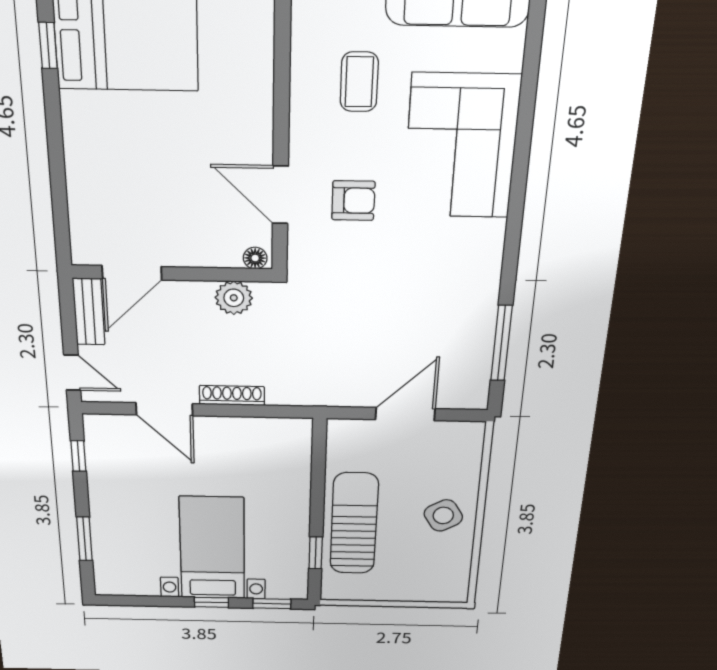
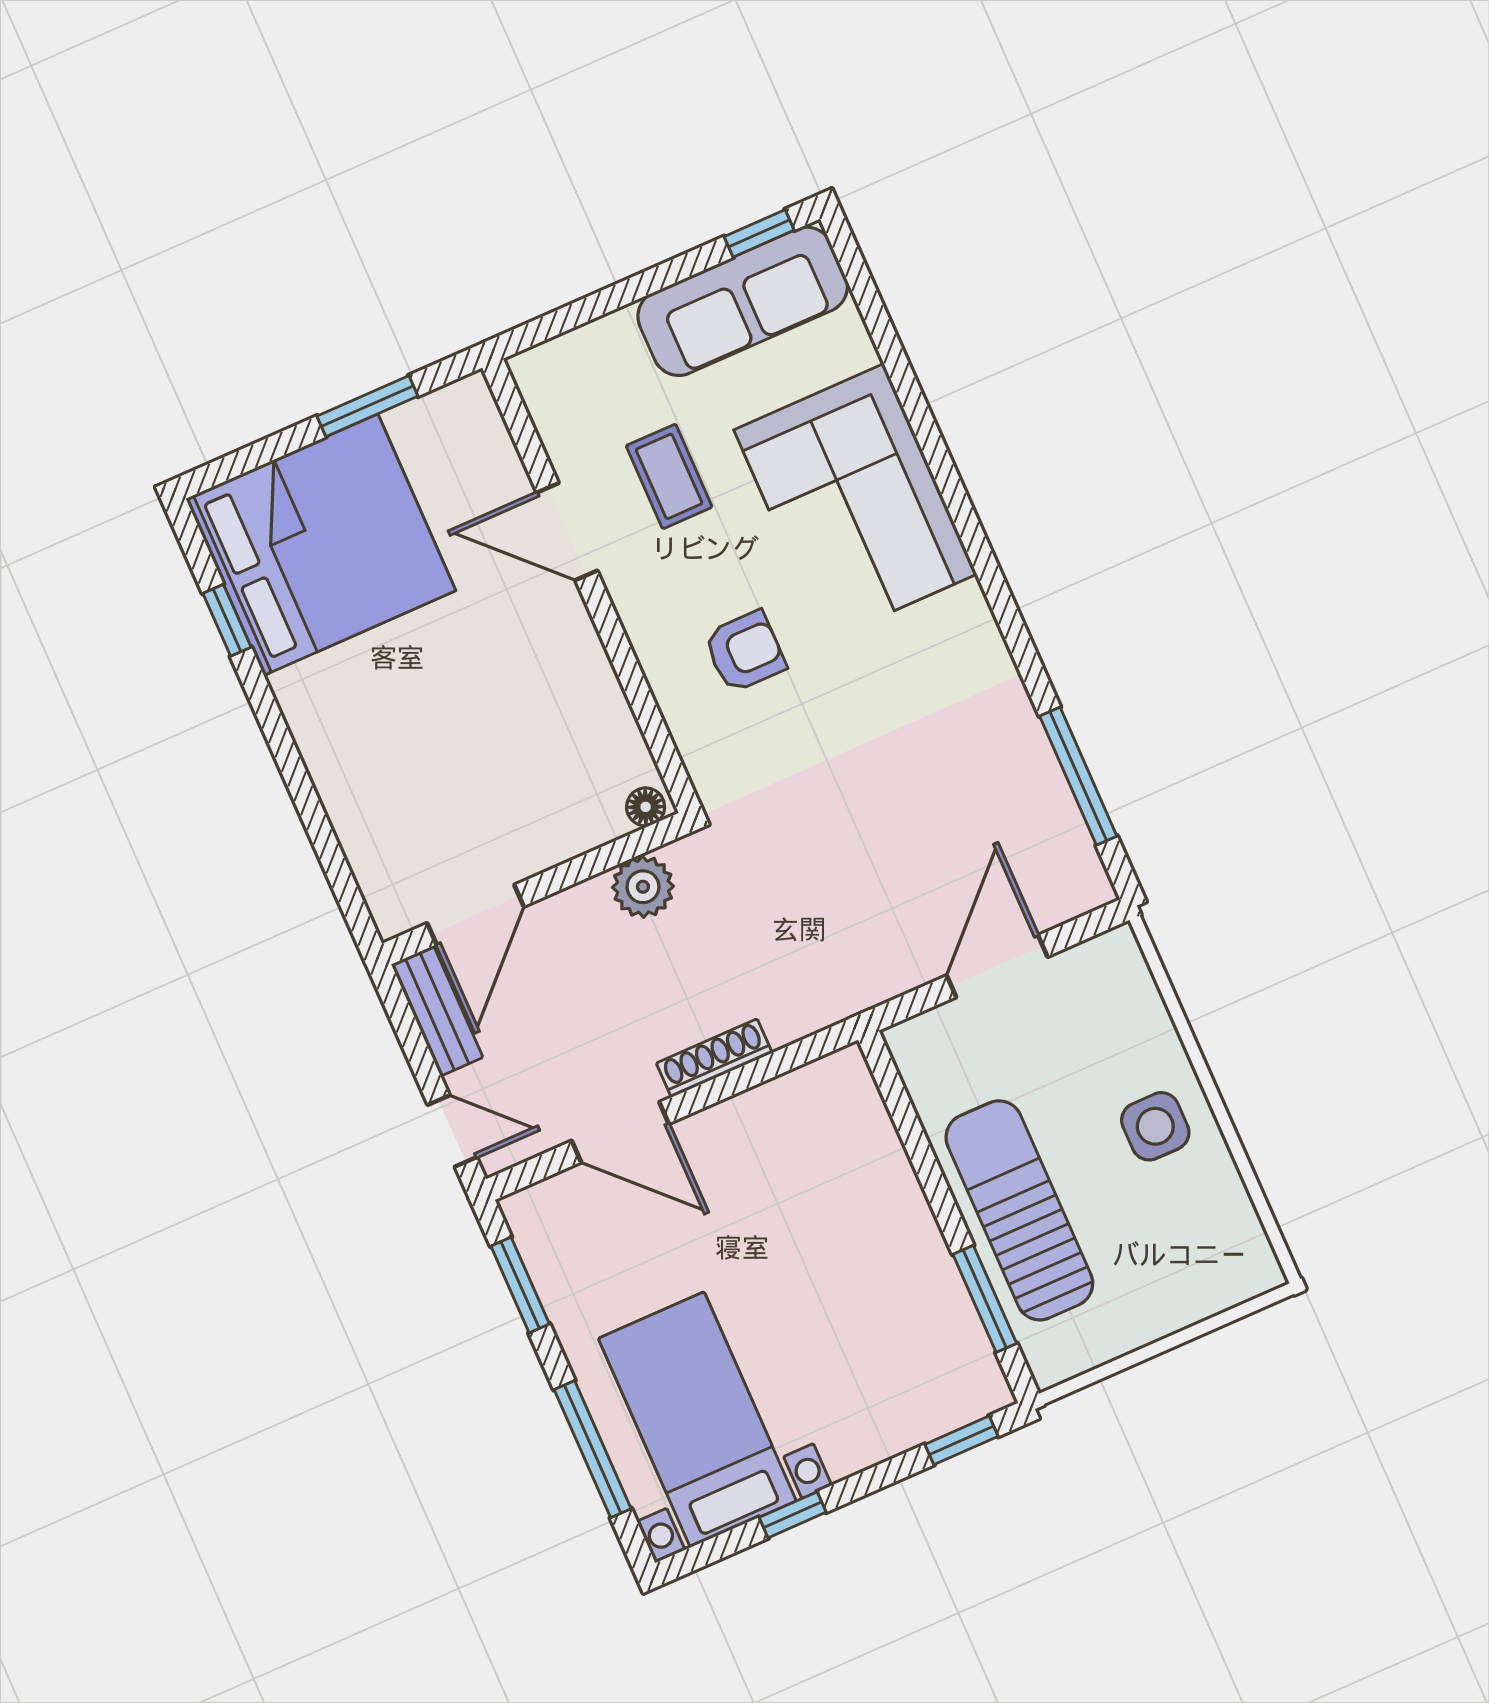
door: (280, 195) -> (567, 532), moved
window: (78, 456) -> (520, 1285), width x1.50
side table: (443, 515) -> (1155, 1126), turned 31
window: (85, 539) -> (593, 1449), width x1.44
bed with nightstands: (212, 548) -> (697, 1420), moved
window: (316, 553) -> (985, 1299), width x1.50
window: (211, 602) -> (793, 1515), moved

